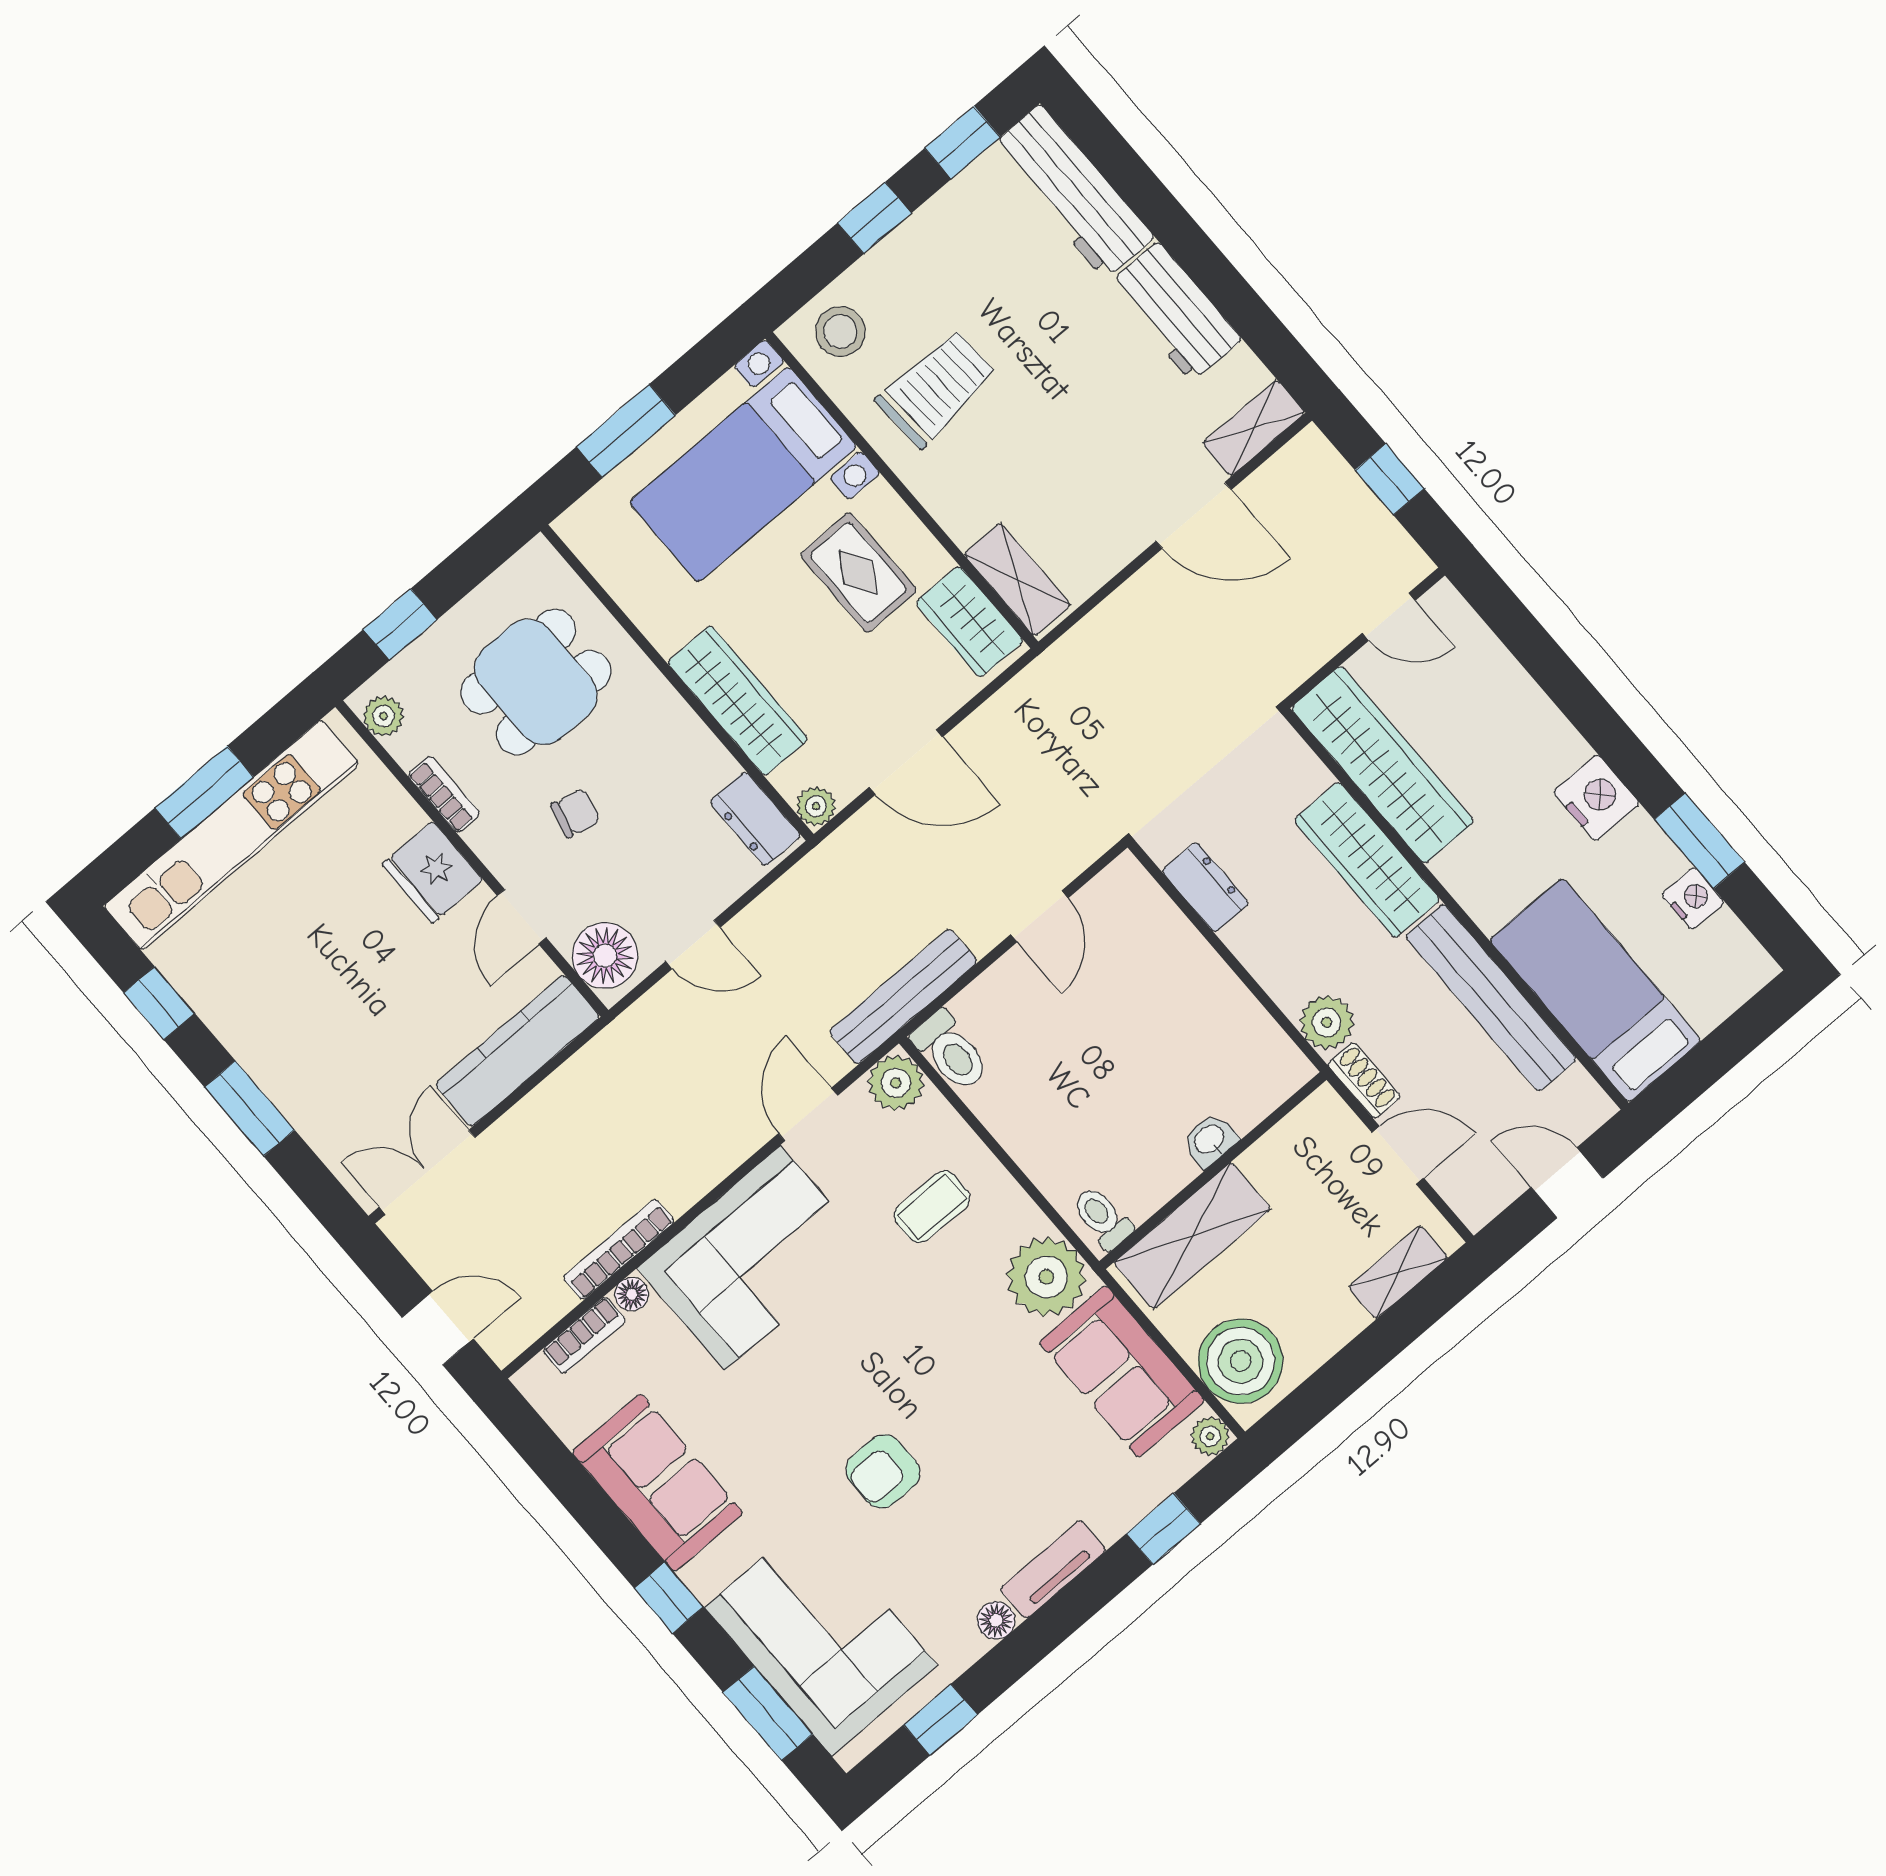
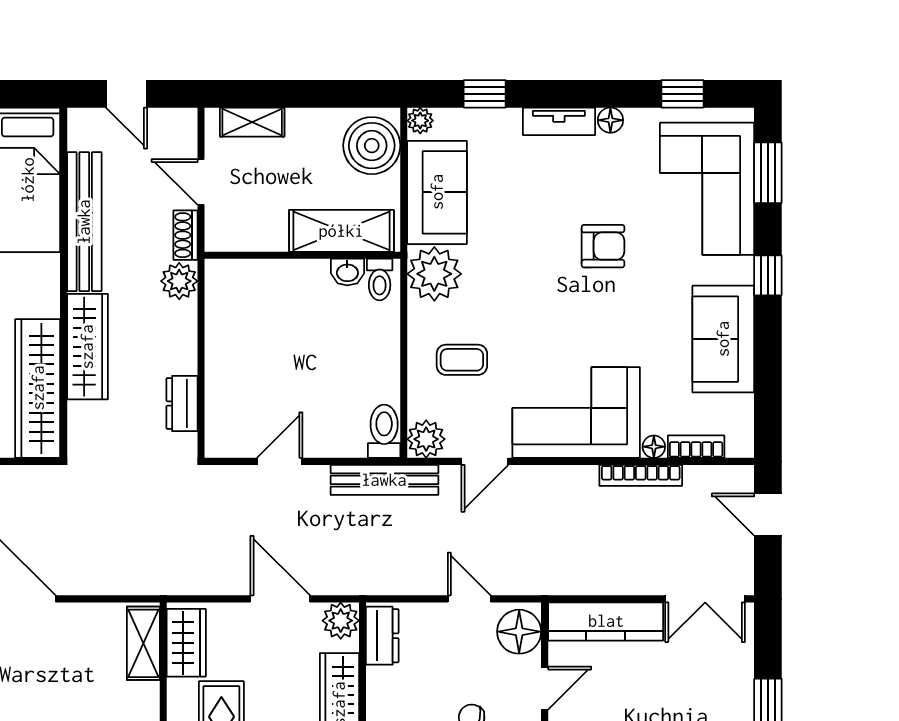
plant: (816, 806) -> (341, 621), width x1.38, depth x1.38
washbasin: (1210, 1140) -> (347, 272), moved

